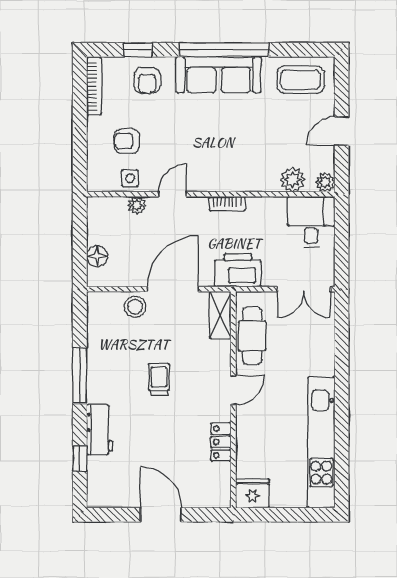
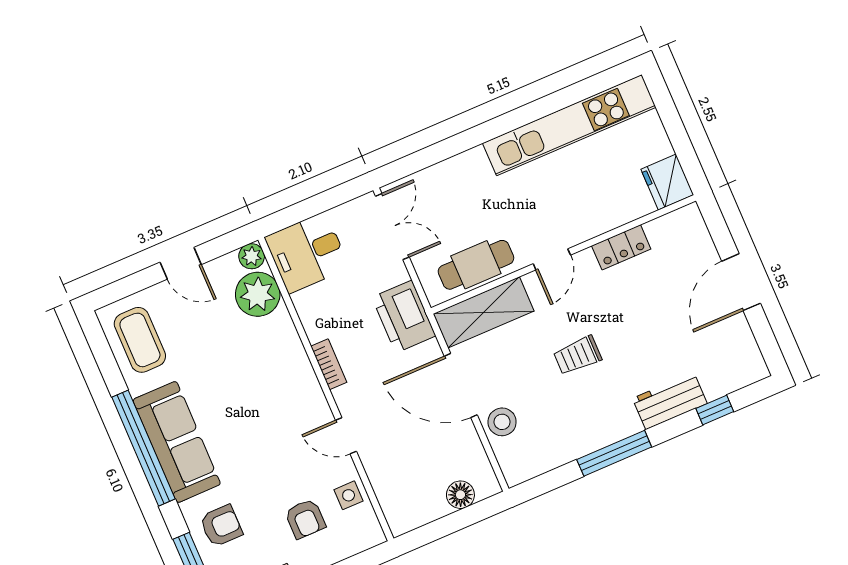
plant: (293, 180) -> (258, 294), width x1.36, depth x1.36
plant: (137, 205) -> (378, 473), removed
shelving: (220, 315) -> (484, 312), width x1.50, depth x1.33
door: (233, 390) -> (552, 259), swing flipped

